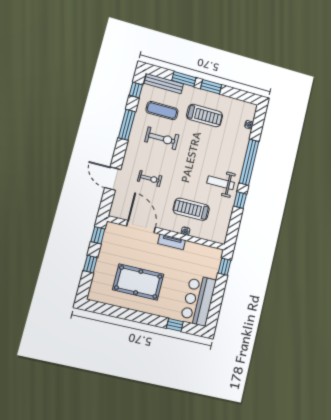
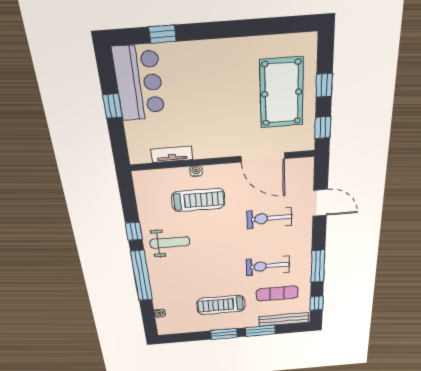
exercise bike: (150, 178) -> (269, 218), width x1.38, depth x1.39
tv unit: (172, 242) -> (172, 154), moved
window: (224, 267) -> (112, 106), moved
pool table: (138, 282) -> (282, 93), moved, turned 90

